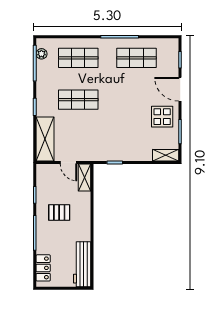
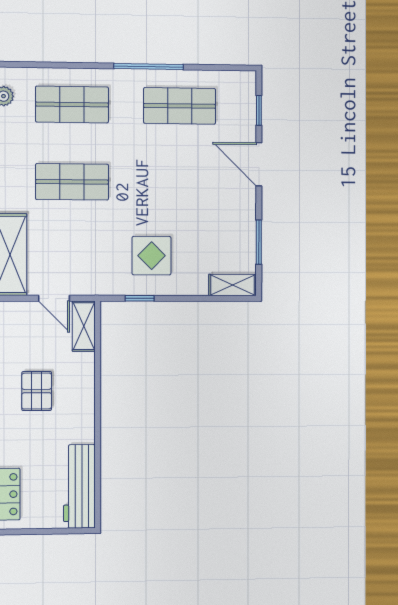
display table: (162, 117) -> (152, 256), moved
pallet: (59, 212) -> (37, 391), turned 90

